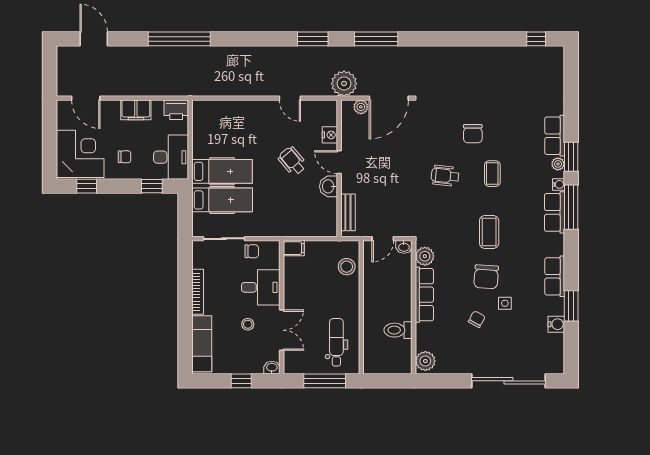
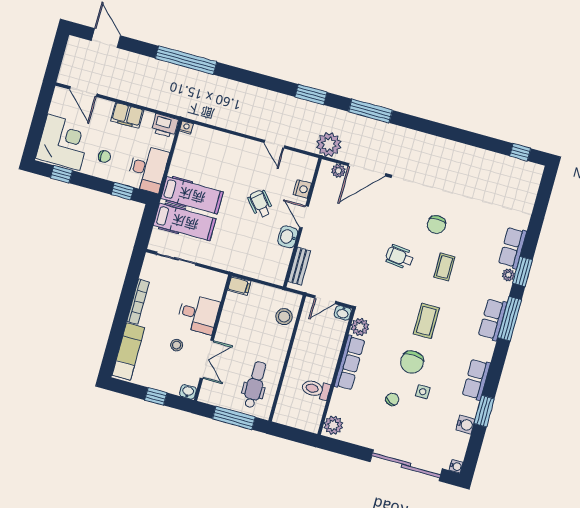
nightstand: (198, 105) -> (186, 127), added
water cooler: (558, 184) -> (456, 466), moved
chair: (252, 251) -> (199, 278), removed

